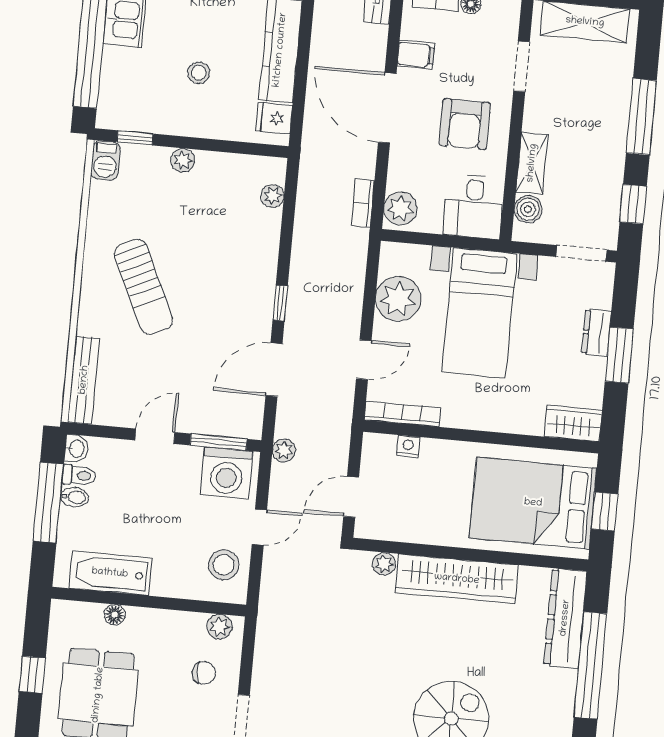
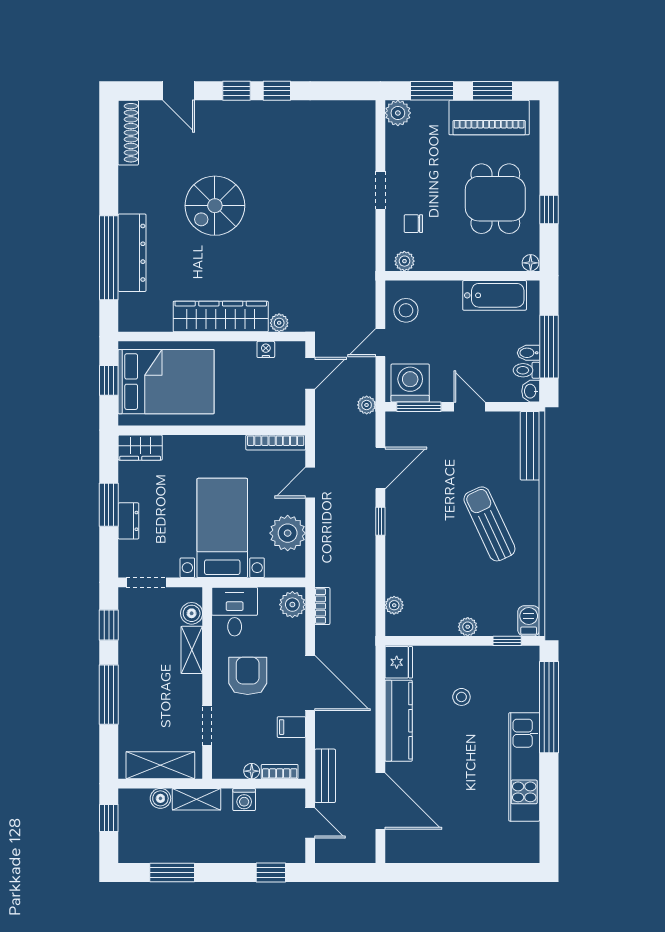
fridge: (274, 118) -> (399, 662), width x1.38
door: (155, 436) -> (469, 407), swing flipped
nightstand: (408, 446) -> (266, 349), moved, turned 180
floor lamp: (115, 615) -> (531, 263), moved
dresser: (565, 618) -> (132, 253), moved

